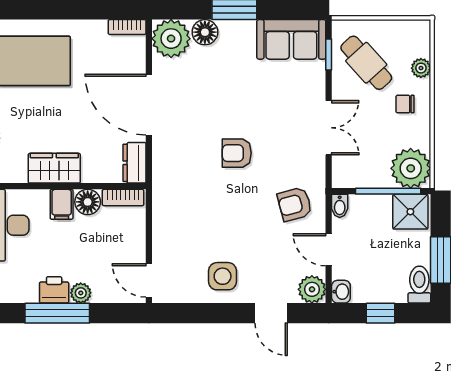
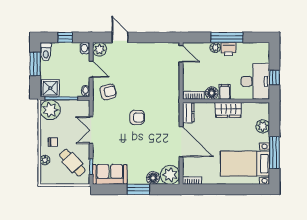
side table: (223, 276) -> (144, 56), removed

